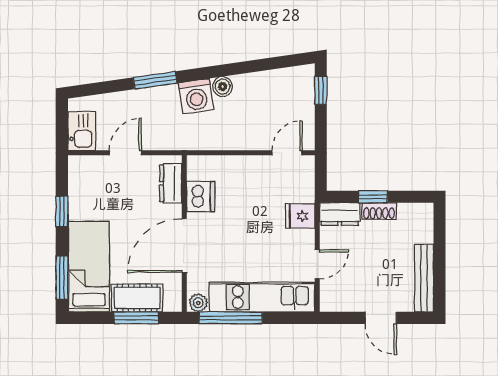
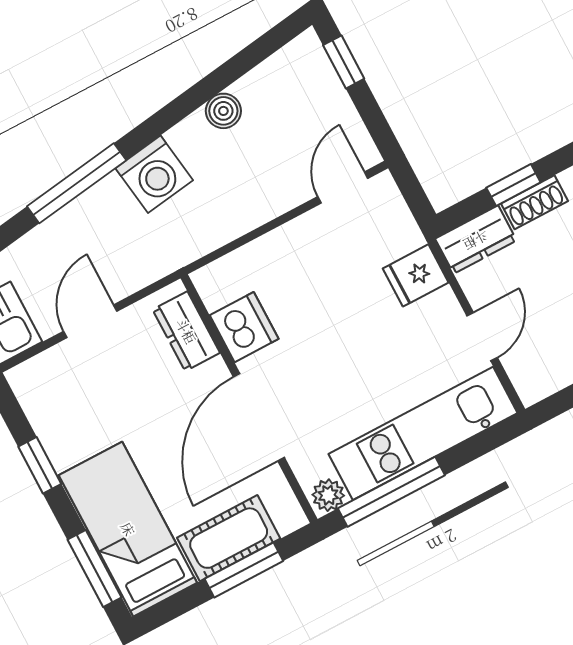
window: (155, 80) -> (77, 183), width x1.44
boiler: (223, 86) -> (223, 111), moved

